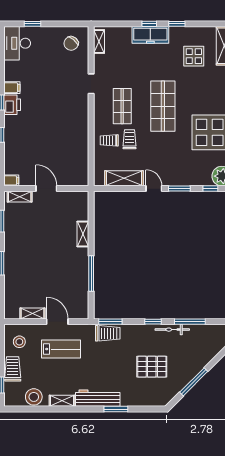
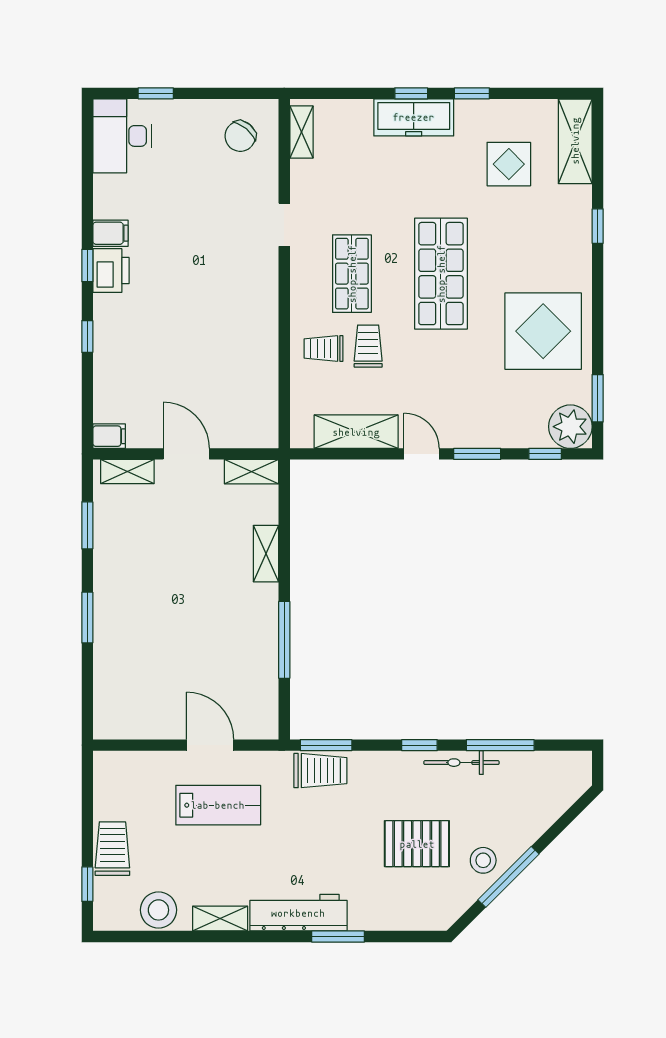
shelving: (32, 313) -> (252, 472), moved
stool: (19, 342) -> (483, 860), moved

